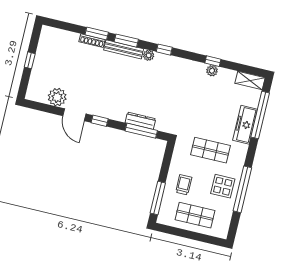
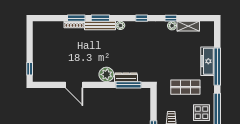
window: (164, 50) -> (142, 18), moved
window: (30, 60) -> (30, 69), moved
shelving: (250, 80) -> (188, 26), moved
plant: (57, 97) -> (106, 74), moved
window: (260, 115) -> (217, 67), moved
window: (100, 121) -> (95, 85), removed

